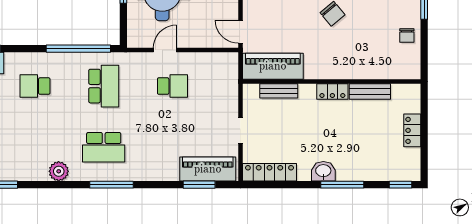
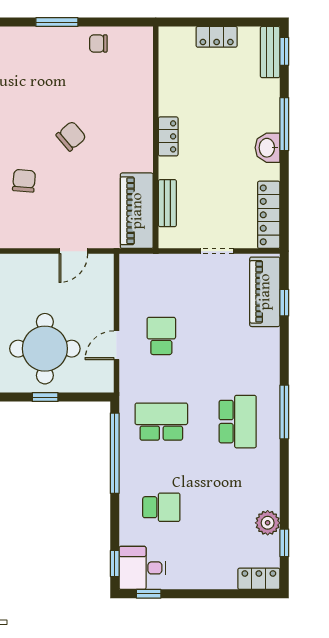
door: (240, 32) -> (73, 251), moved
chair: (407, 36) -> (98, 43), turned 180
door: (165, 50) -> (116, 345), hinge flipped
school desk: (35, 86) -> (161, 507), turned -90
bench: (370, 92) -> (270, 52), moved
plant: (59, 171) -> (268, 523), moved
window: (199, 185) -> (284, 303), width x0.67

